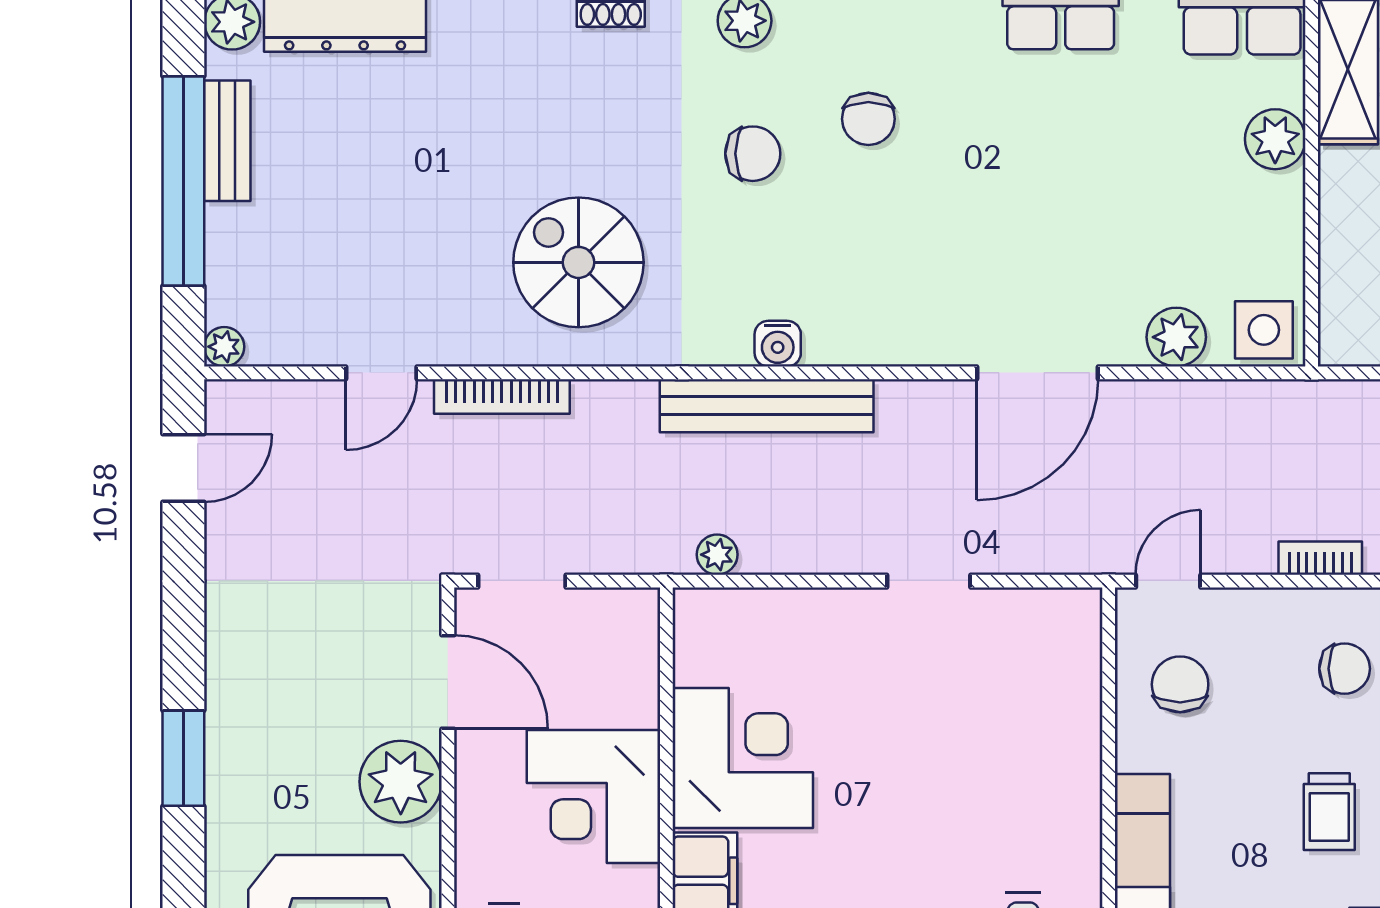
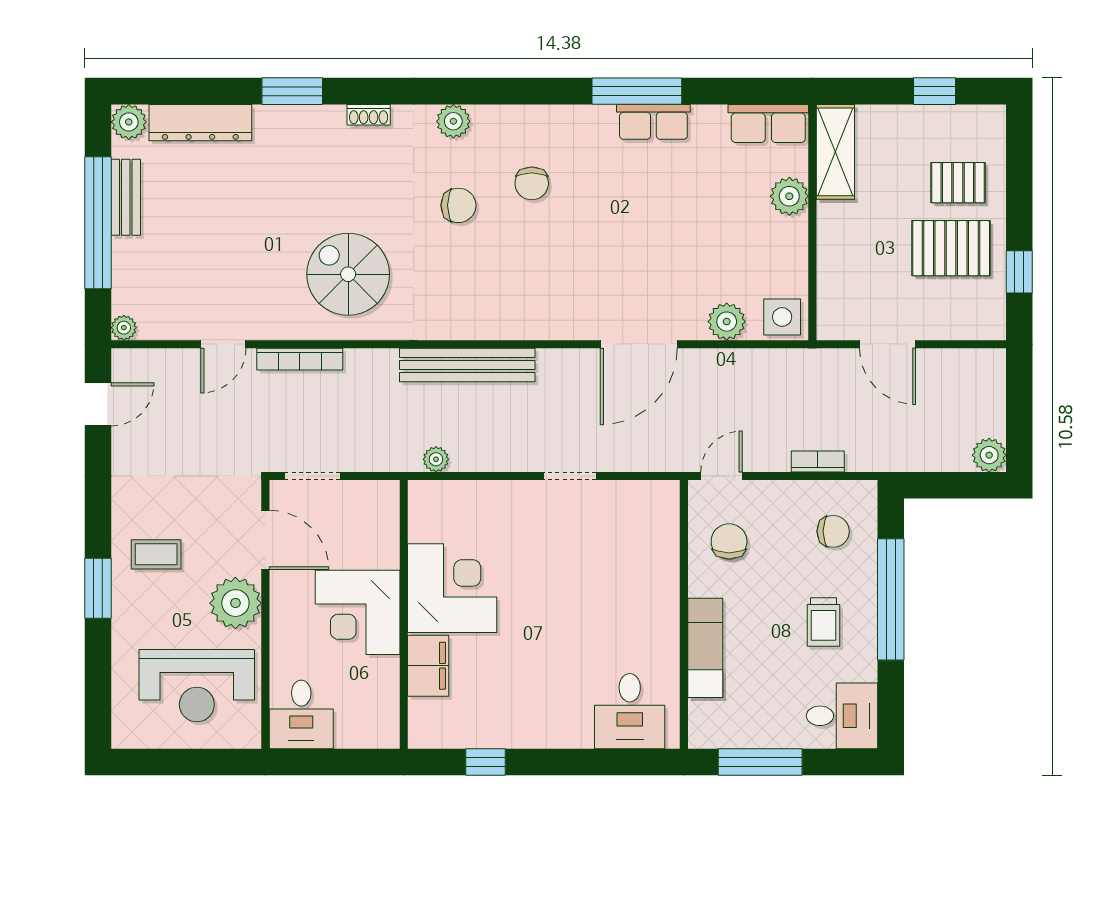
water cooler: (778, 344) -> (474, 326), removed
coffee table: (275, 705) -> (156, 554), added

